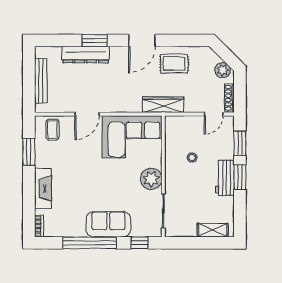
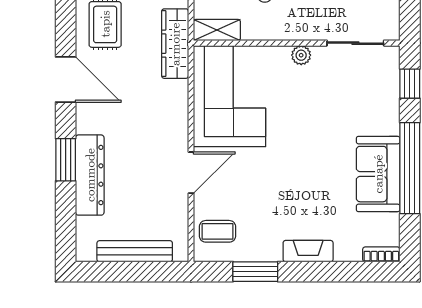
door: (87, 114) -> (191, 173), hinge flipped
shelving: (171, 129) -> (217, 30), added
plant: (151, 179) -> (301, 55), width x0.53, depth x0.53
fireplace: (43, 188) -> (308, 251), width x0.73, depth x0.76
sofa: (108, 224) -> (378, 174), moved

